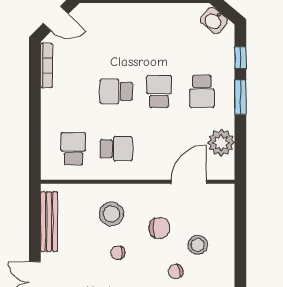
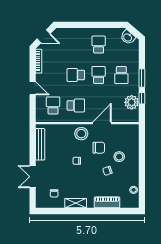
school desk: (159, 34) -> (99, 45), added
window: (240, 58) -> (142, 98), moved
door: (35, 116) -> (33, 88), added
door: (189, 182) -> (102, 123), moved
stool: (111, 214) -> (81, 134), moved

